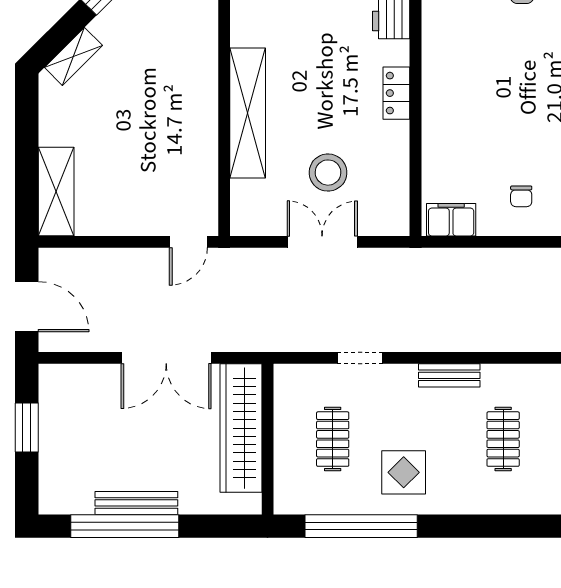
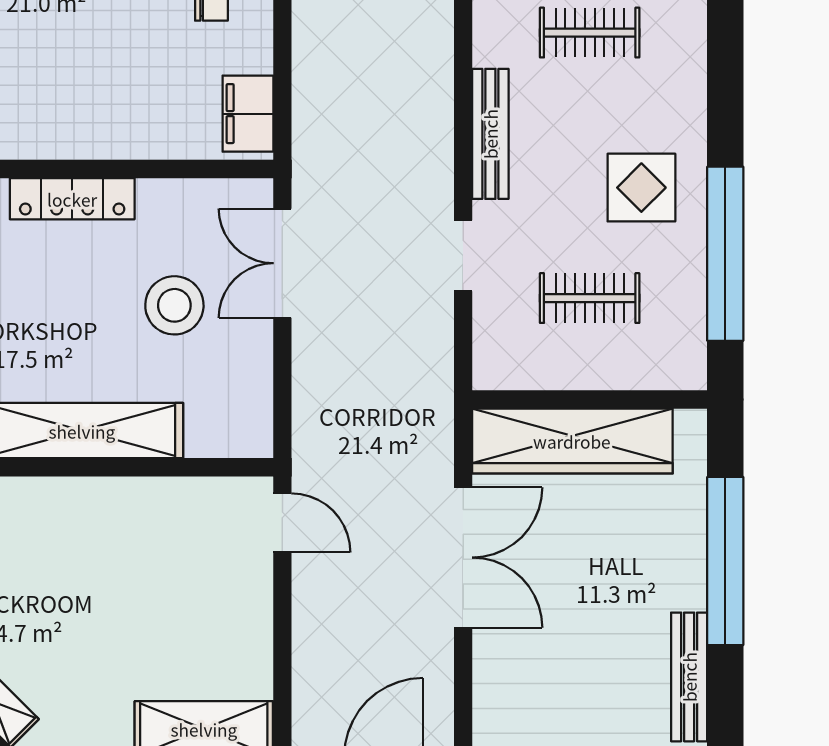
locker: (396, 93) -> (72, 199), width x1.53
double door: (322, 242) -> (282, 263), moved
bench: (449, 375) -> (490, 134), width x1.36
bench: (136, 503) -> (689, 677), moved
window: (125, 526) -> (725, 561), moved

